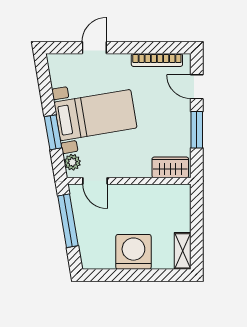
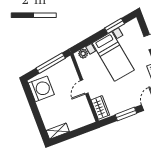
window: (53, 132) -> (115, 26), moved
door: (95, 181) -> (84, 87), moved
washing machine: (133, 252) -> (41, 89), moved

